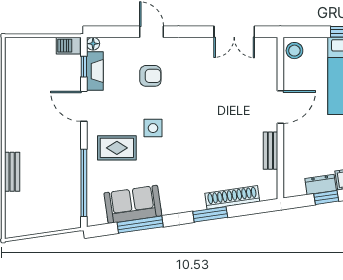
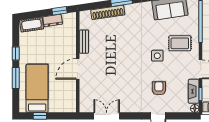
stool: (294, 51) -> (69, 104), removed
armchair: (150, 76) -> (159, 88), turned 90
window: (326, 197) -> (60, 11), moved

